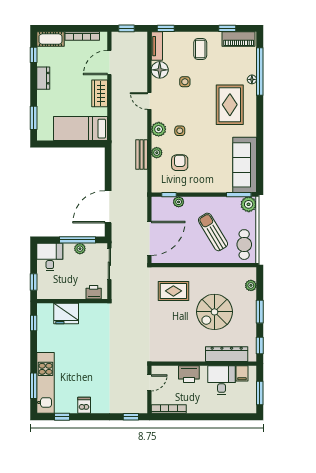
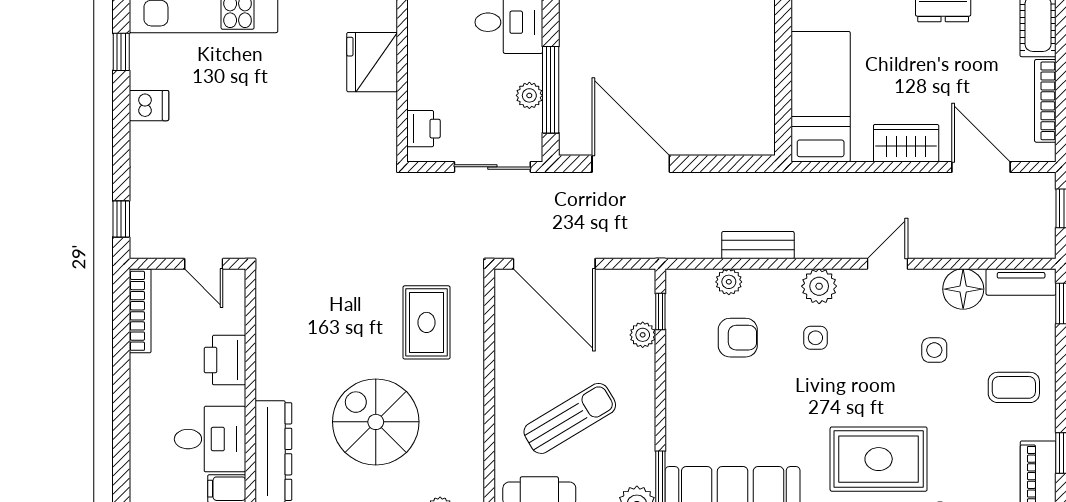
plant: (157, 153) -> (729, 282), moved

